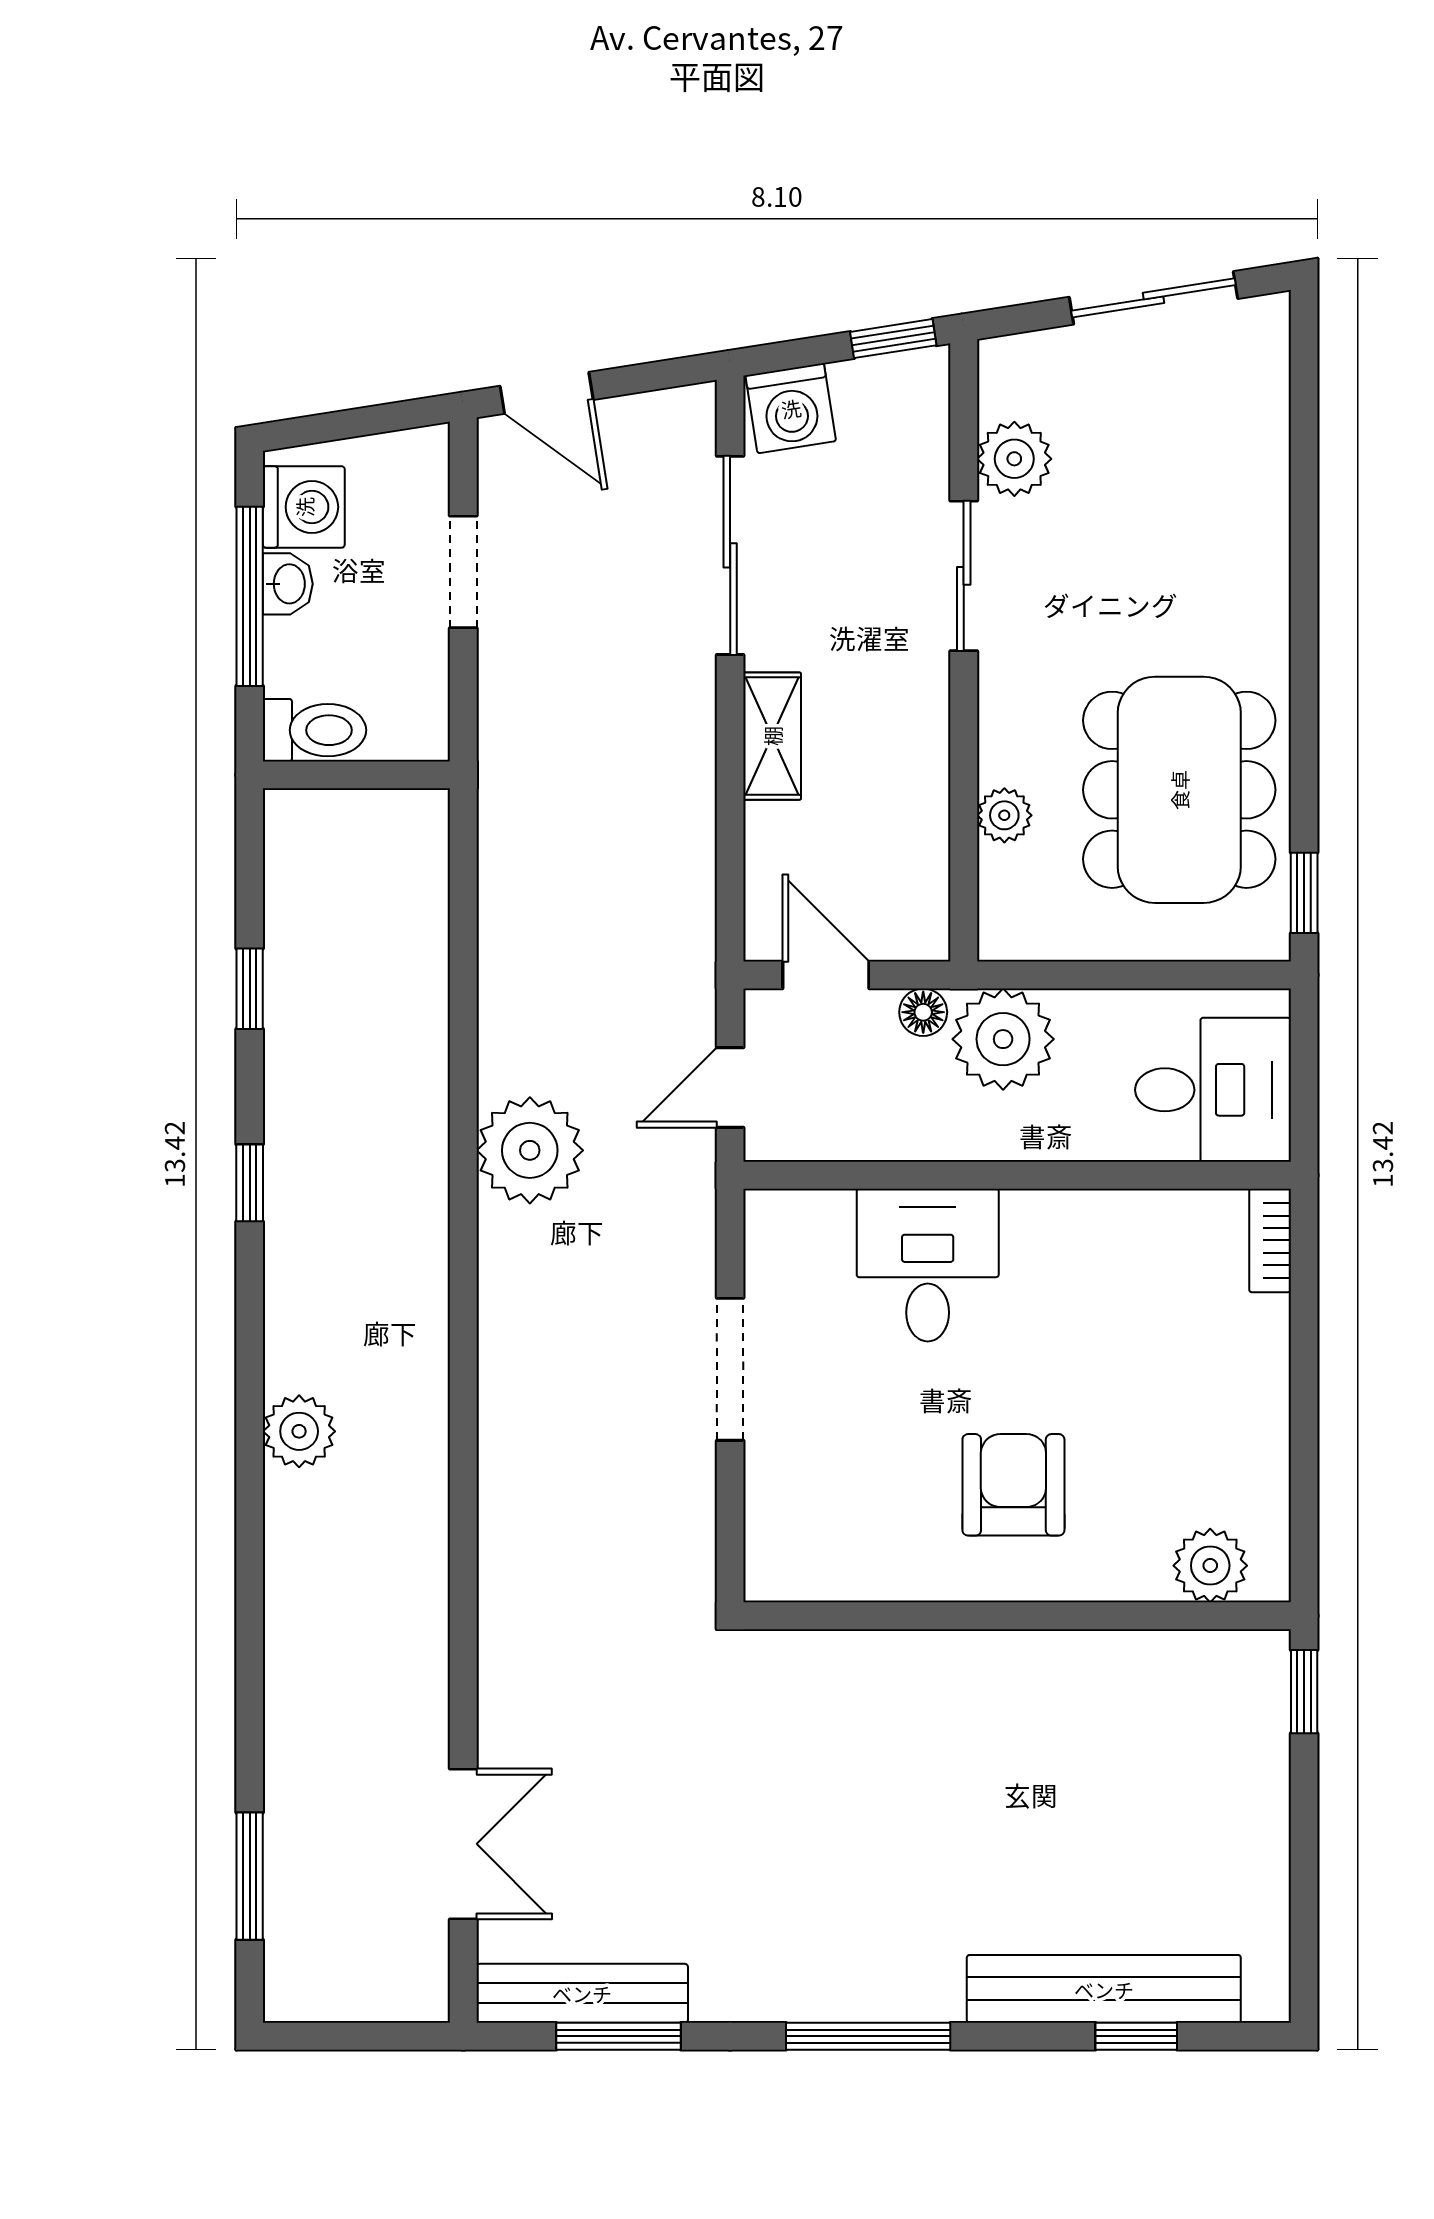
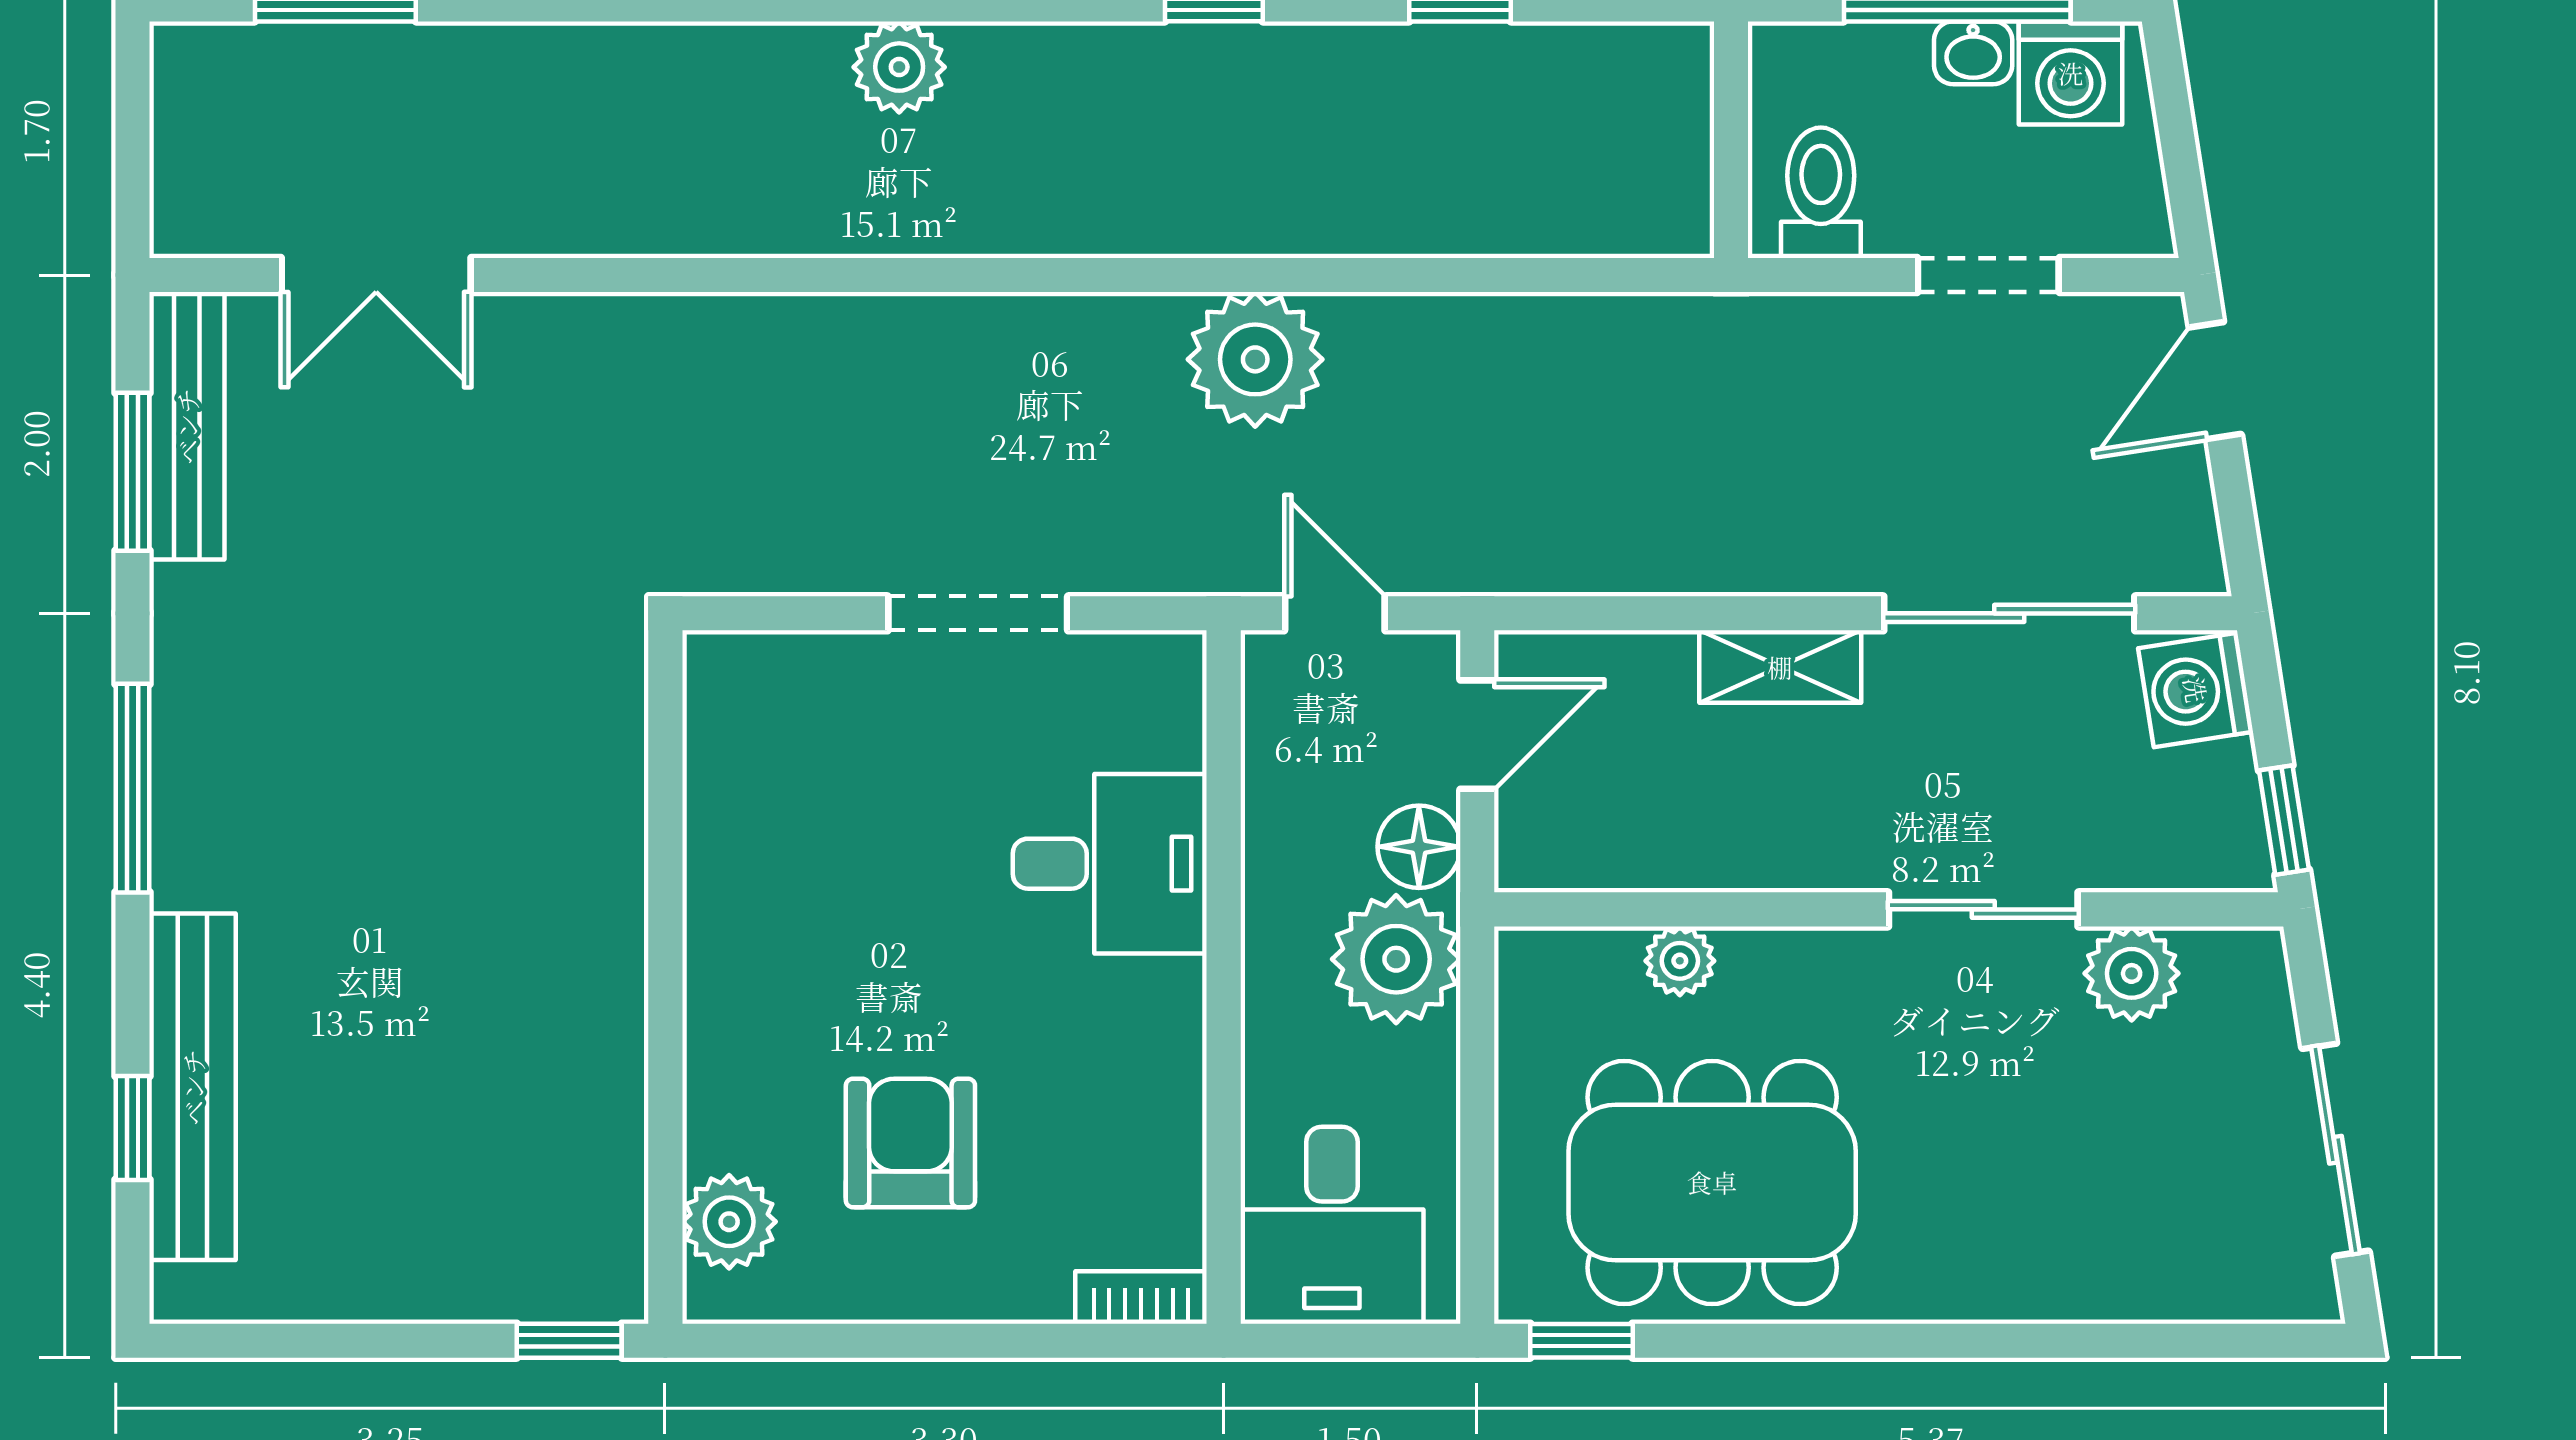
toilet: (315, 730) -> (1821, 193), moved, turned 180
floor lamp: (923, 1012) -> (1419, 847), width x1.37, depth x1.37
armchair: (1013, 1485) -> (910, 1143), moved, turned -90

